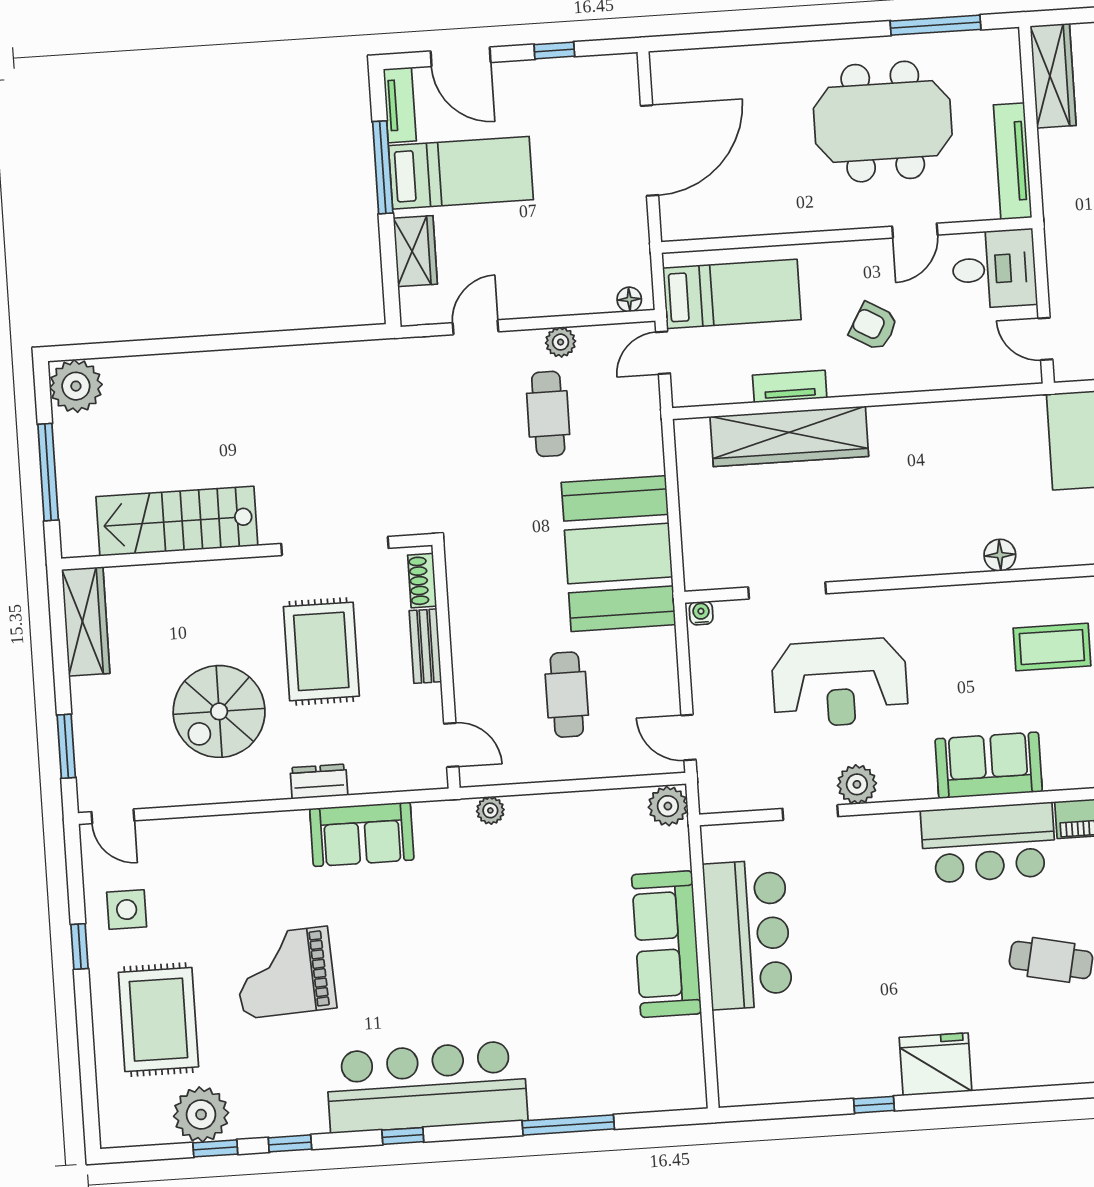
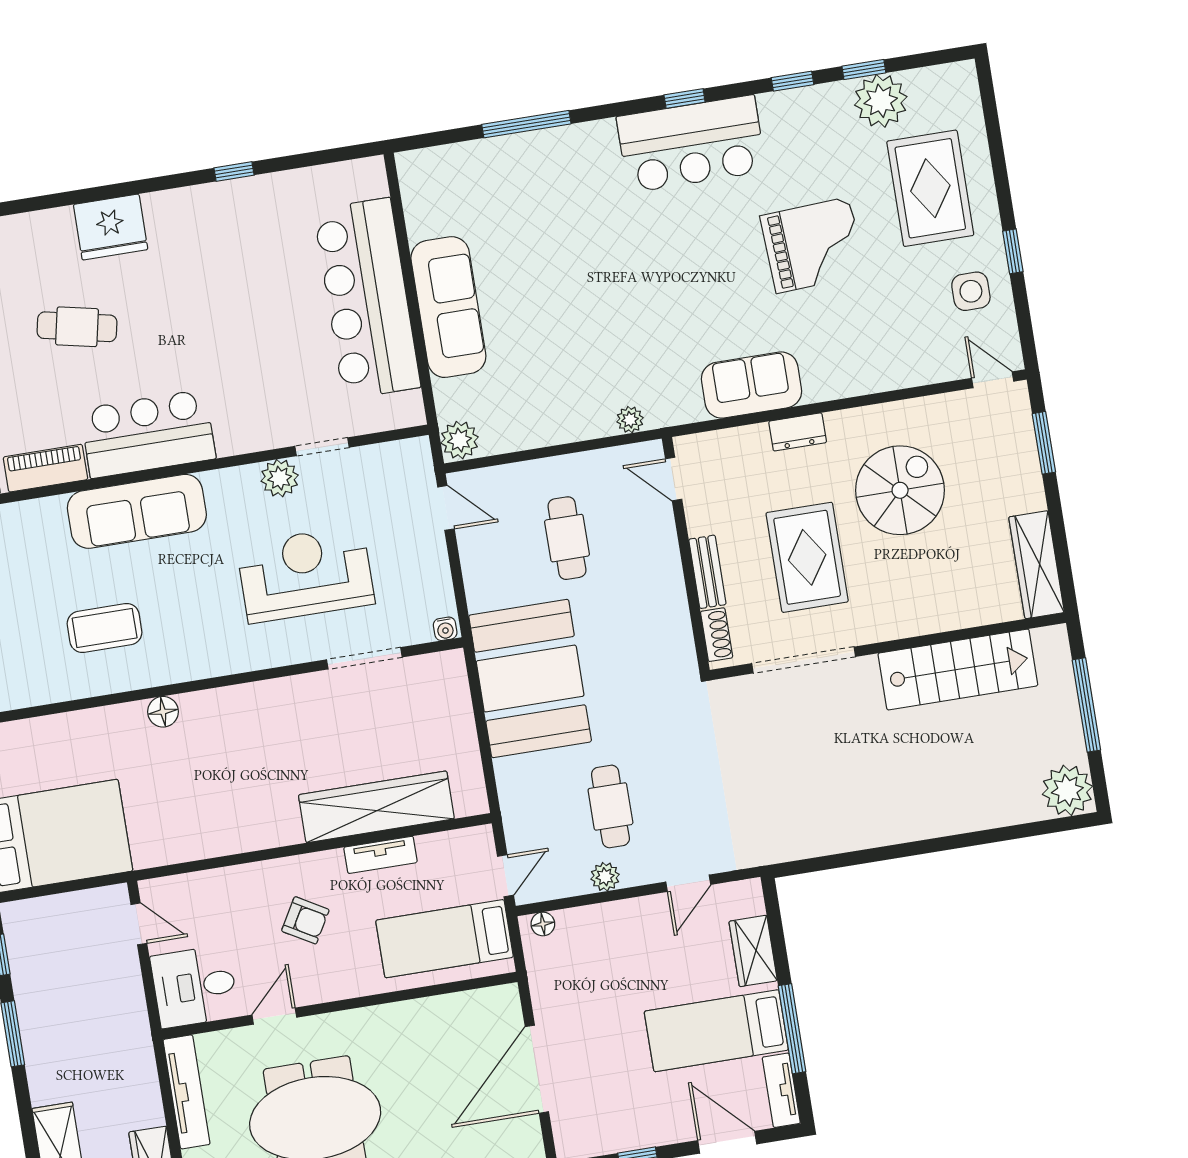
sofa: (989, 765) -> (137, 511), width x1.36
bar counter: (748, 934) -> (367, 298), width x1.36
fridge: (936, 1064) -> (111, 227), moved
bar counter: (427, 1087) -> (691, 144), width x0.73

